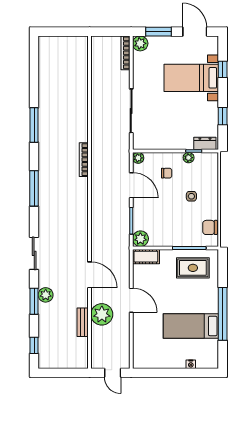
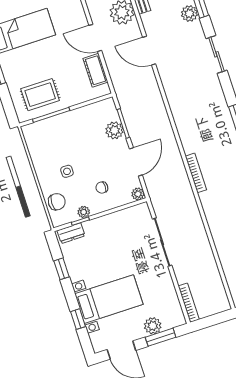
plant: (140, 43) -> (153, 326), moved
door: (131, 185) -> (136, 162), swing flipped
chair: (210, 227) -> (57, 202), moved
plant: (140, 239) -> (114, 130), moved
cot: (146, 257) -> (95, 70), moved, turned 90

